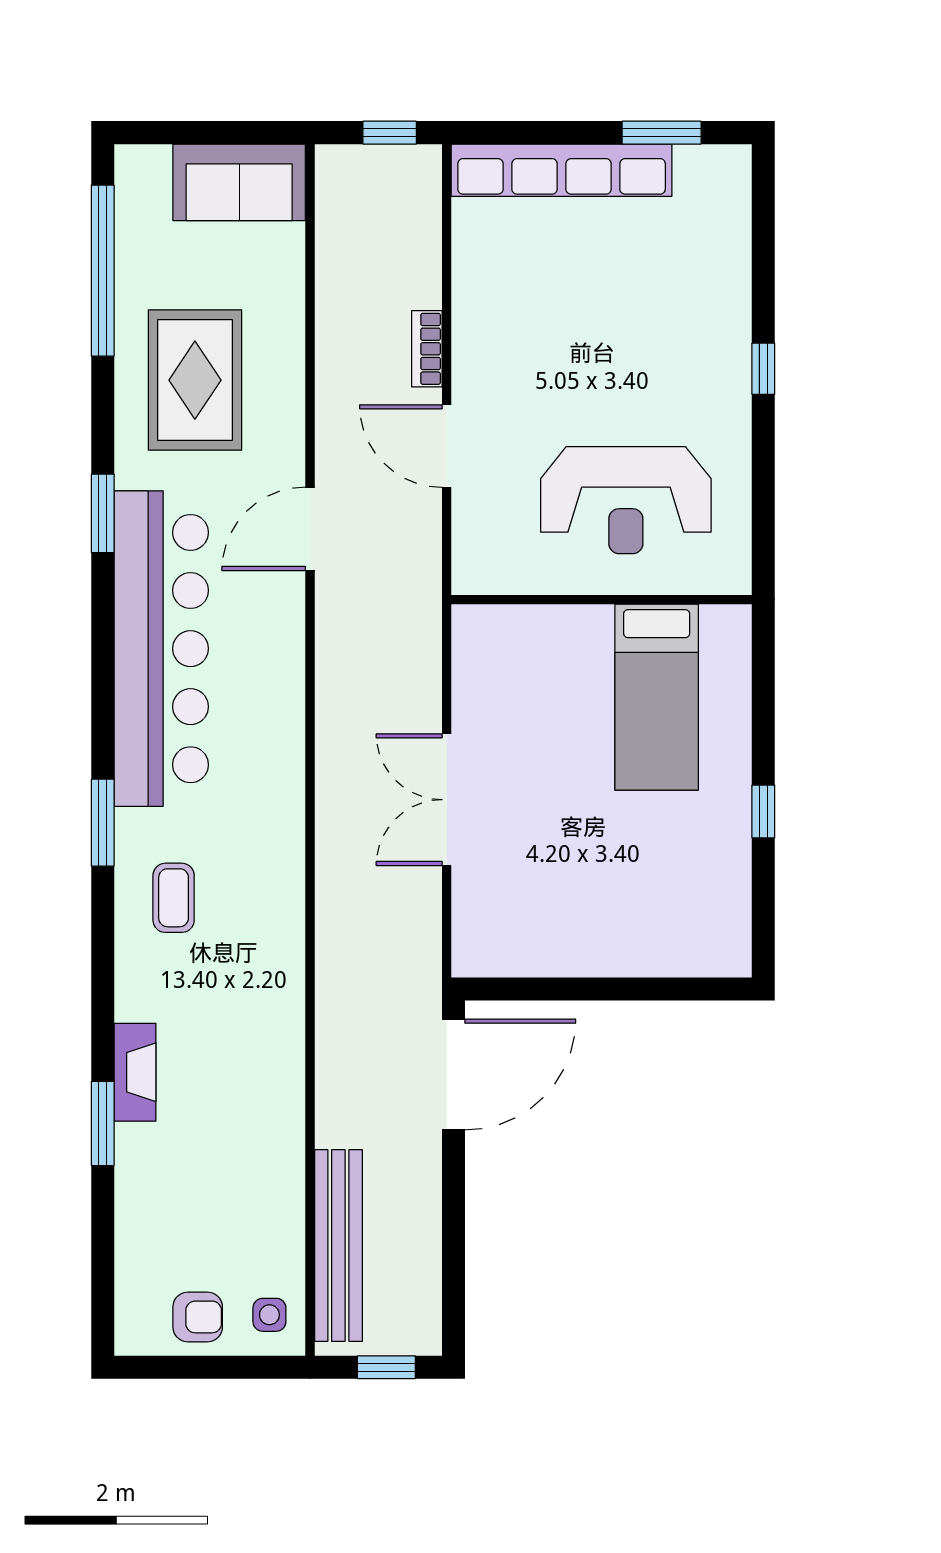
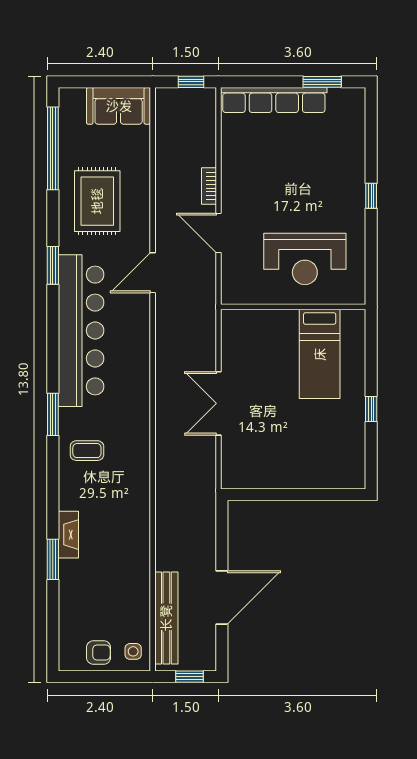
coffee table: (174, 898) -> (87, 451), turned 90
door: (454, 1075) -> (222, 597), moved

